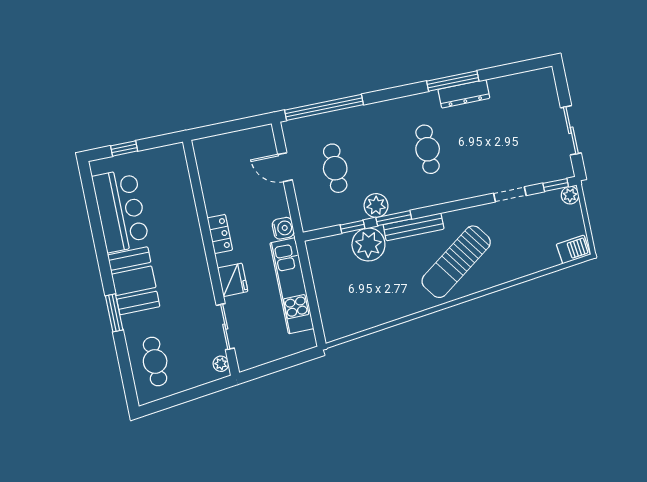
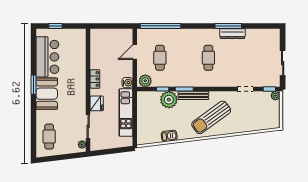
door: (285, 167) -> (135, 52), hinge flipped
plant: (376, 205) -> (145, 81), moved
barbecue: (573, 249) -> (169, 136), moved
window: (114, 313) -> (34, 85), moved

